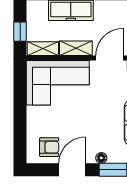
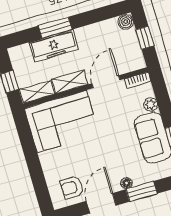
armchair: (49, 147) -> (72, 187), turned 180

